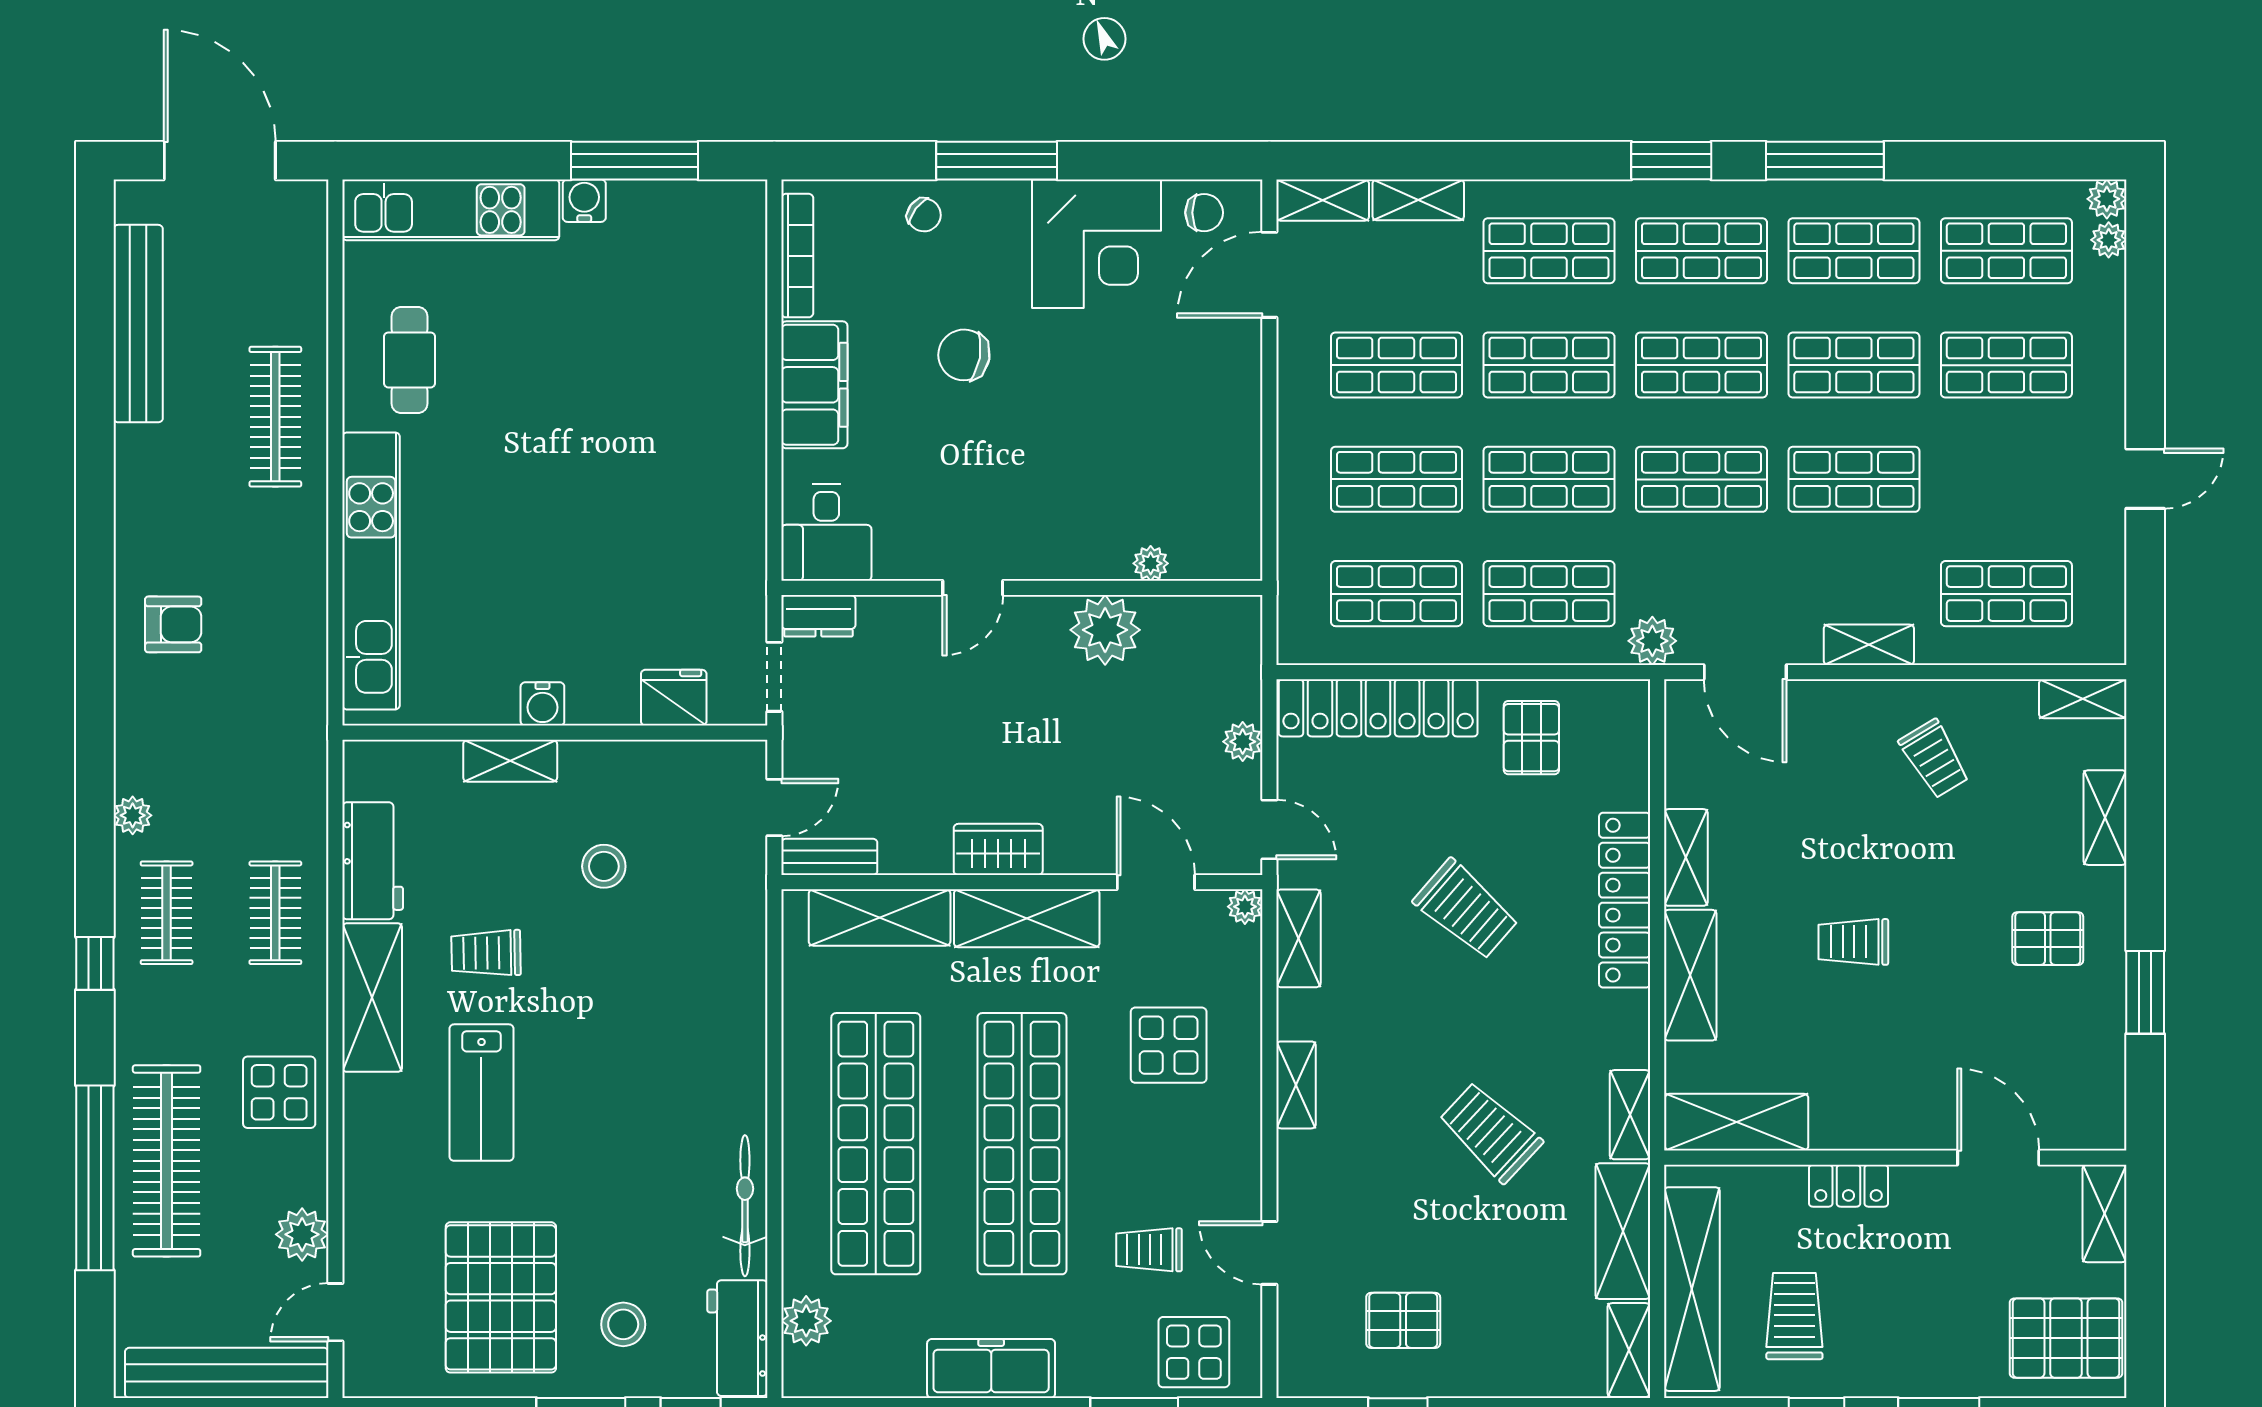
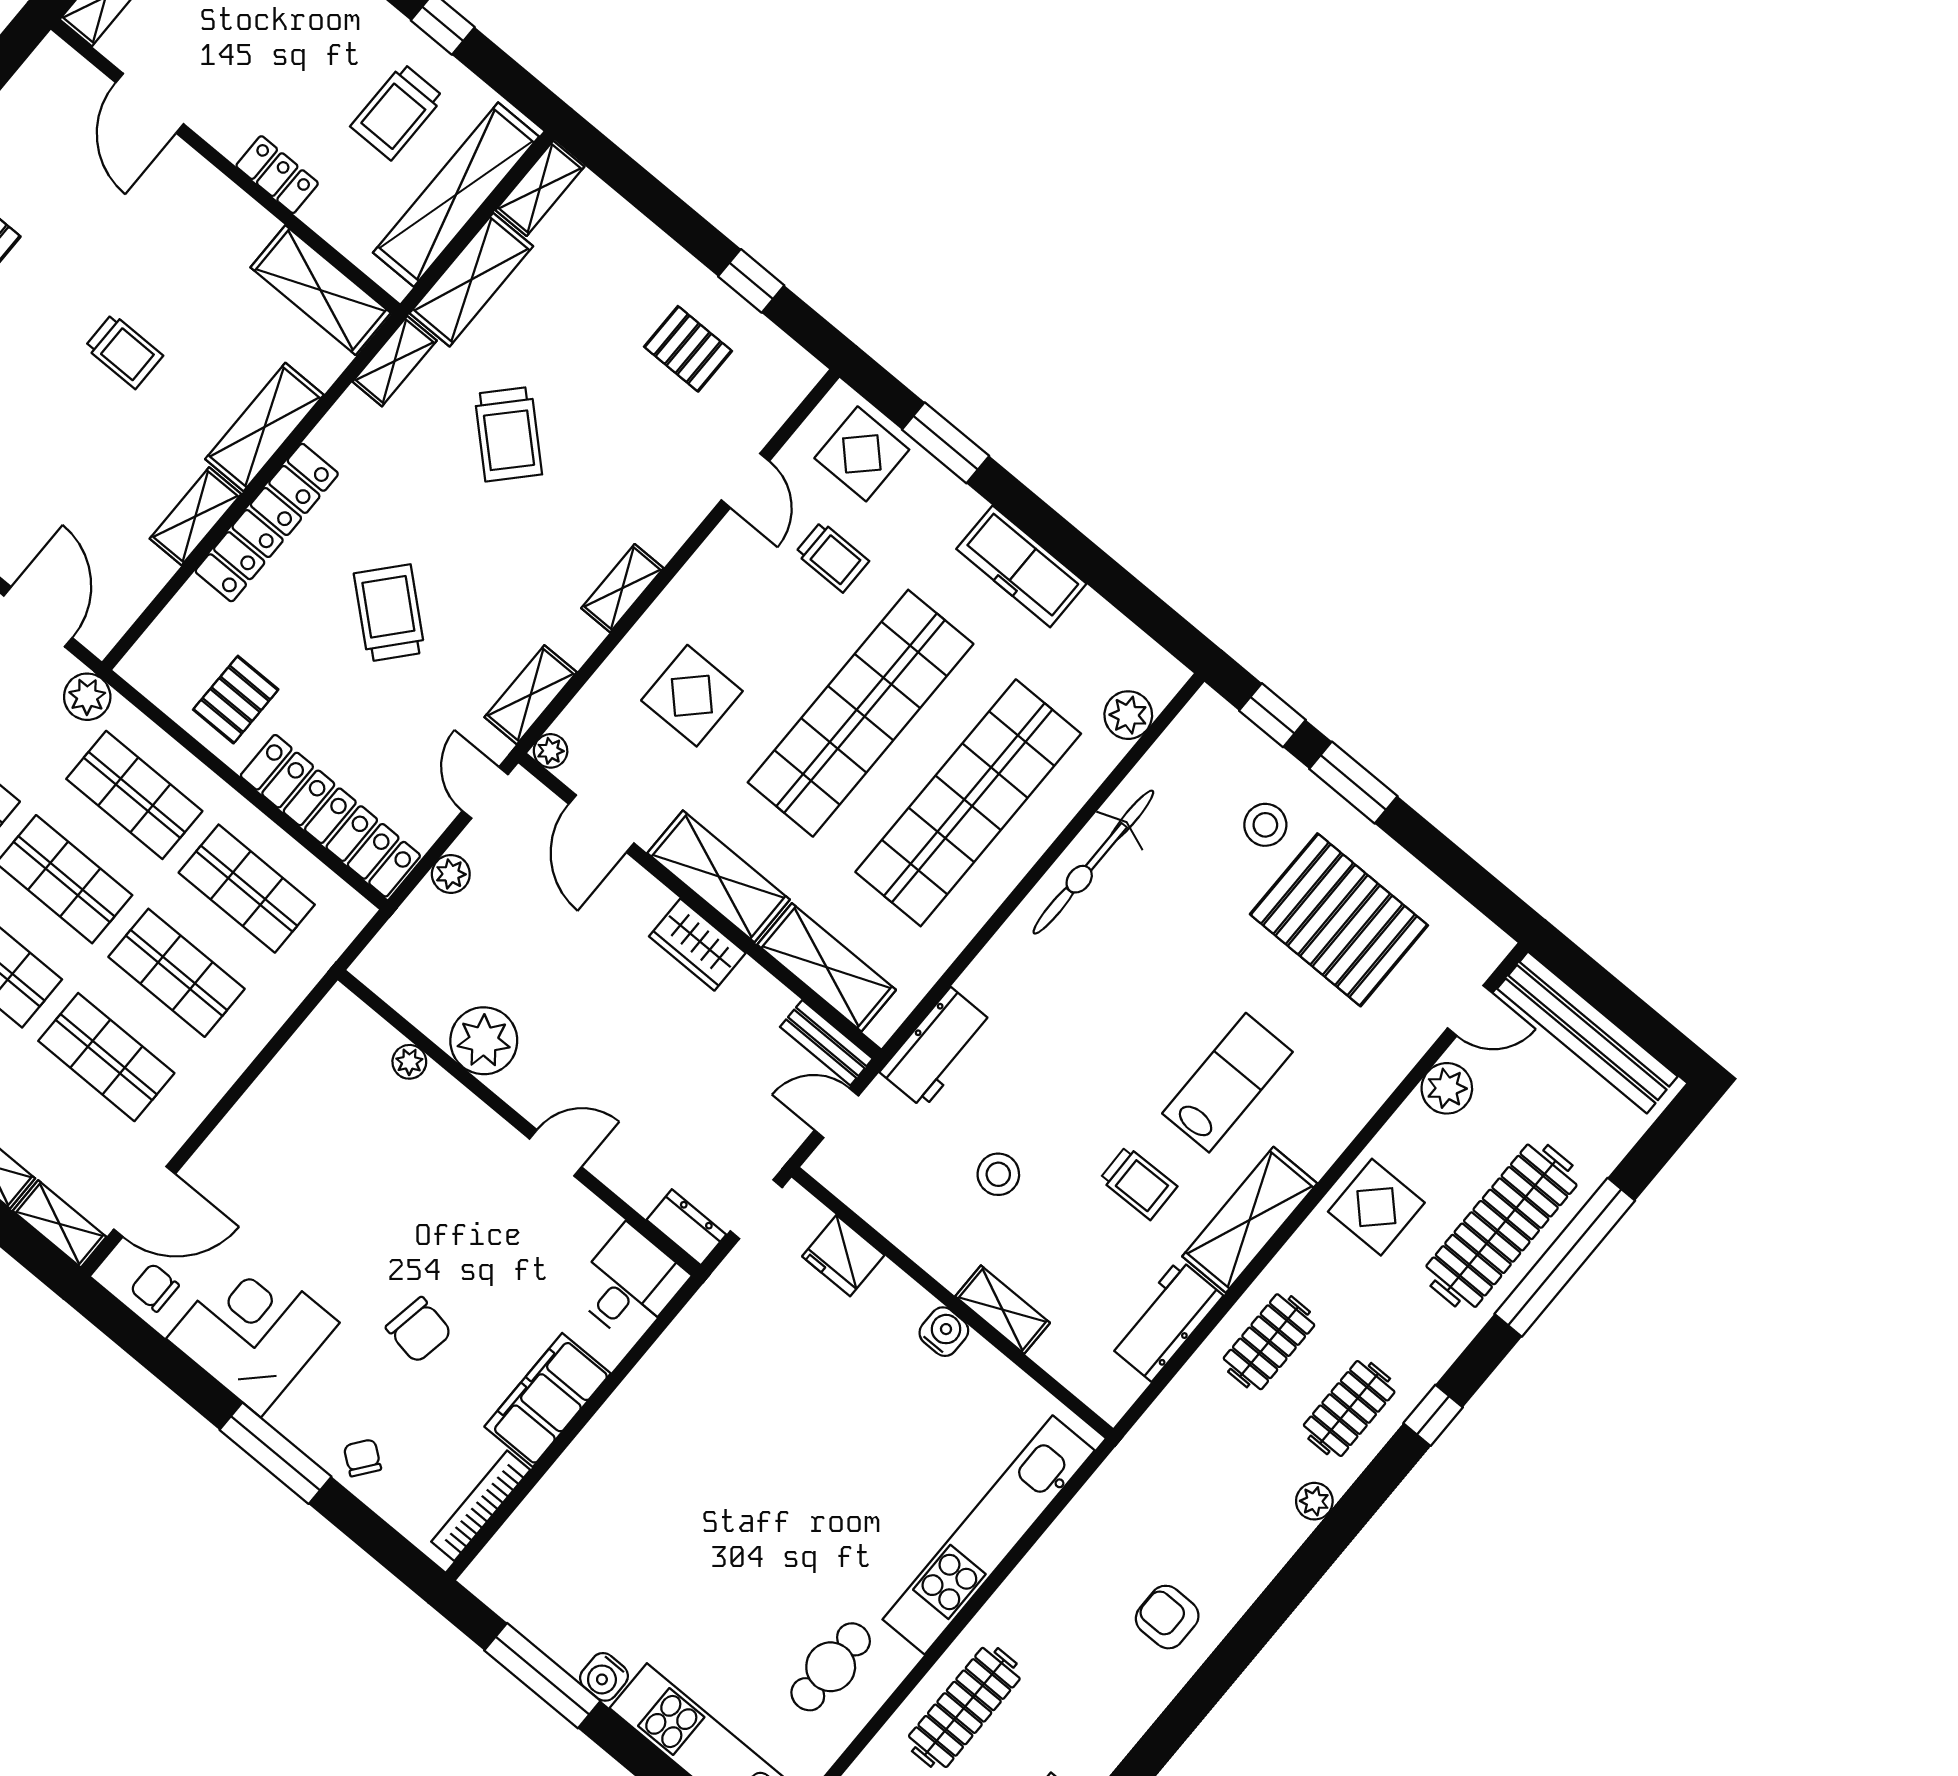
bicycle: (745, 1206) -> (1093, 862), width x1.37, depth x1.40
pallet: (501, 1297) -> (1339, 920), turned 90
workbench: (737, 1338) -> (937, 1048), moved

